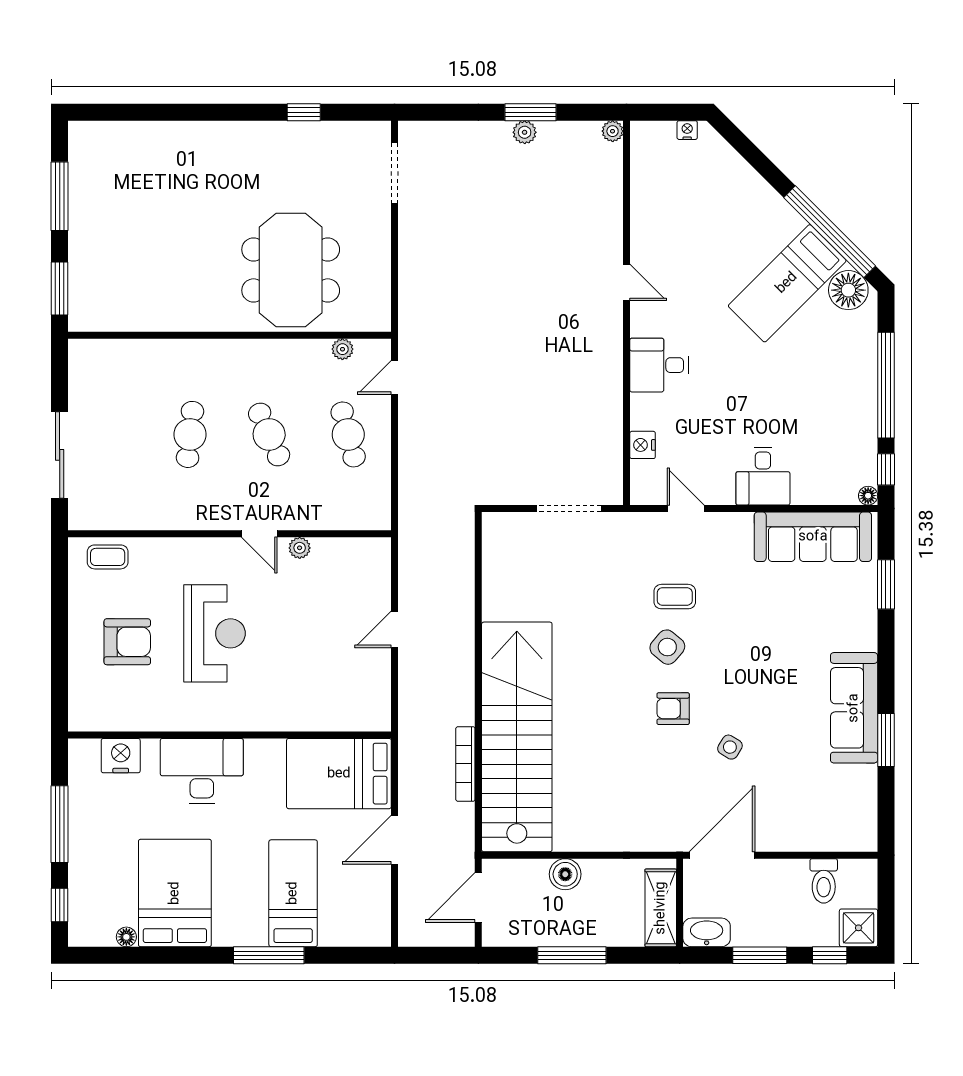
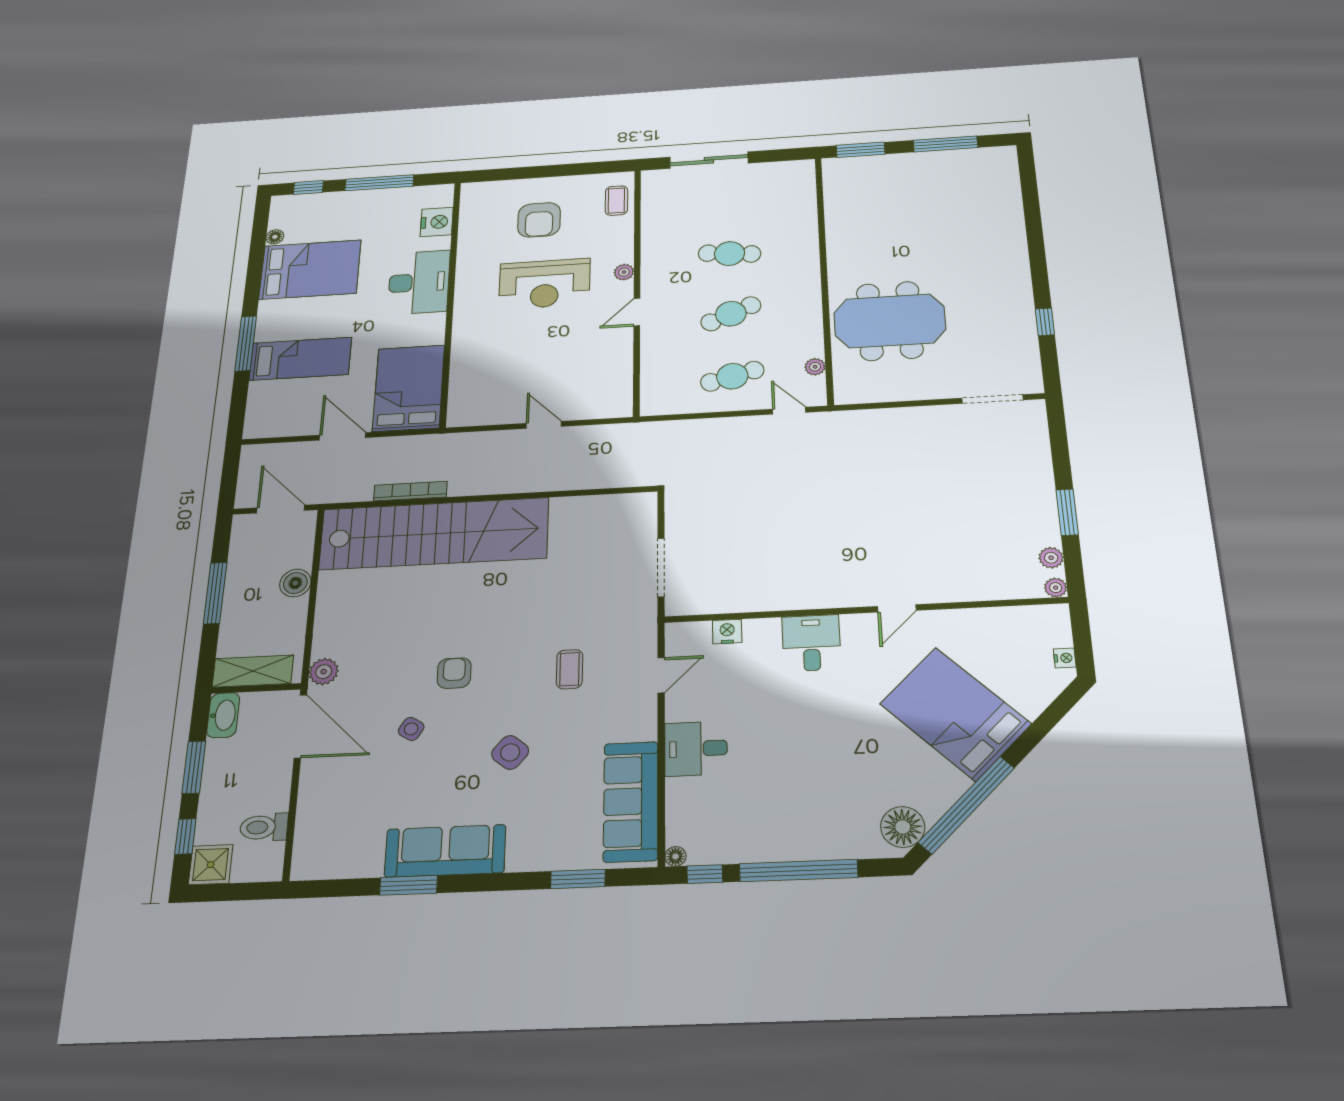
plant: (525, 132) -> (1051, 558), moved
bed: (787, 283) -> (955, 714), moved, width x1.50
plant: (300, 548) -> (624, 272), moved
side table: (667, 647) -> (510, 752), moved
plant: (665, 837) -> (324, 672), added

